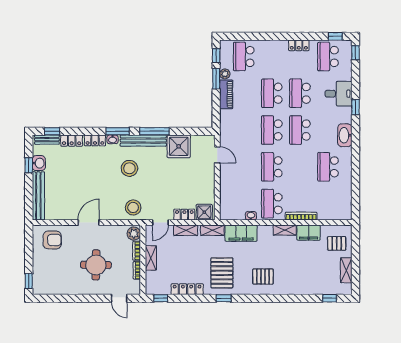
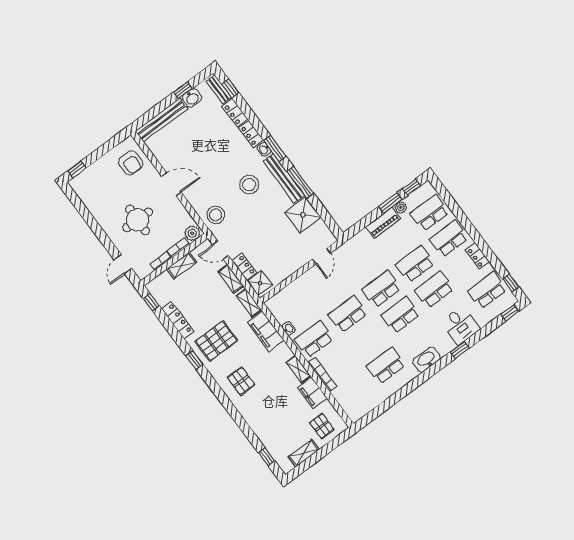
school desk: (272, 56) -> (449, 239), added

